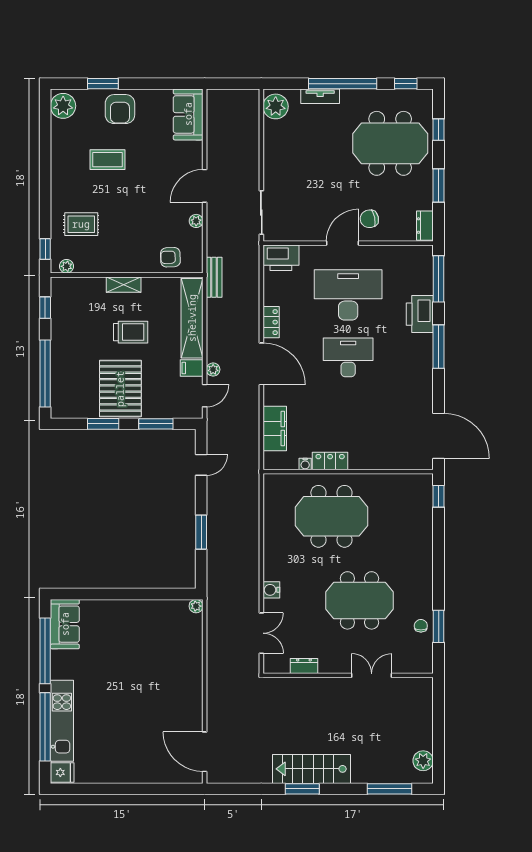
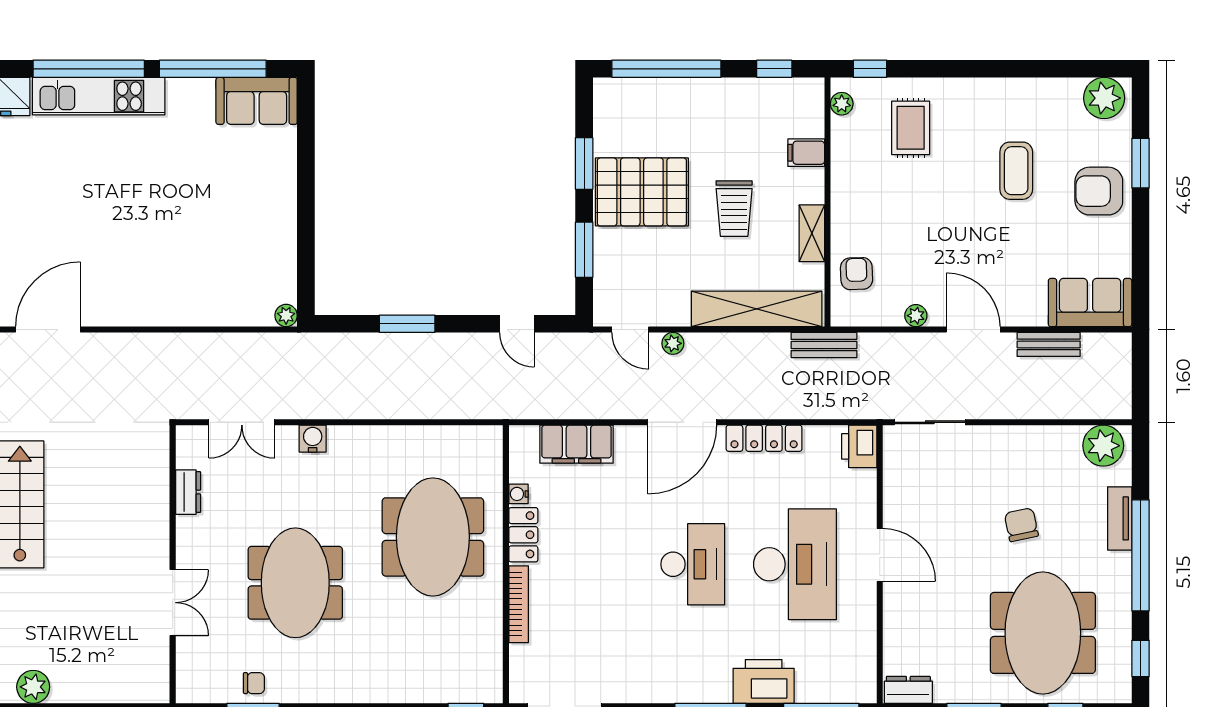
bench: (214, 140) -> (1049, 344), added
chair: (369, 219) -> (1021, 525), moved
printer: (281, 258) -> (859, 446), width x0.73, depth x0.84
shelving: (124, 285) -> (812, 233), moved
locker: (271, 322) -> (764, 438), width x1.53
filing cabinet: (192, 368) -> (806, 153), moved, turned -90
bookcase: (373, 464) -> (519, 604), added

